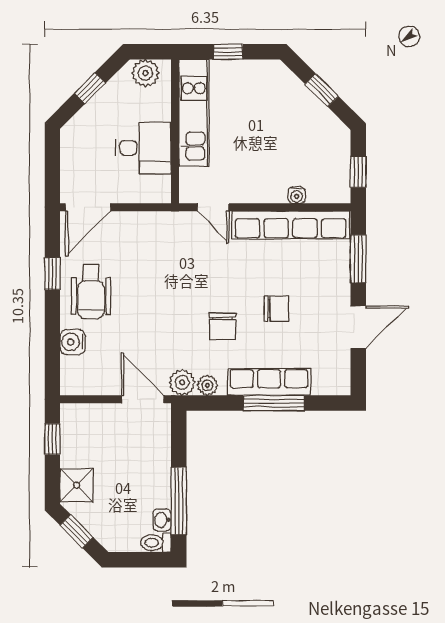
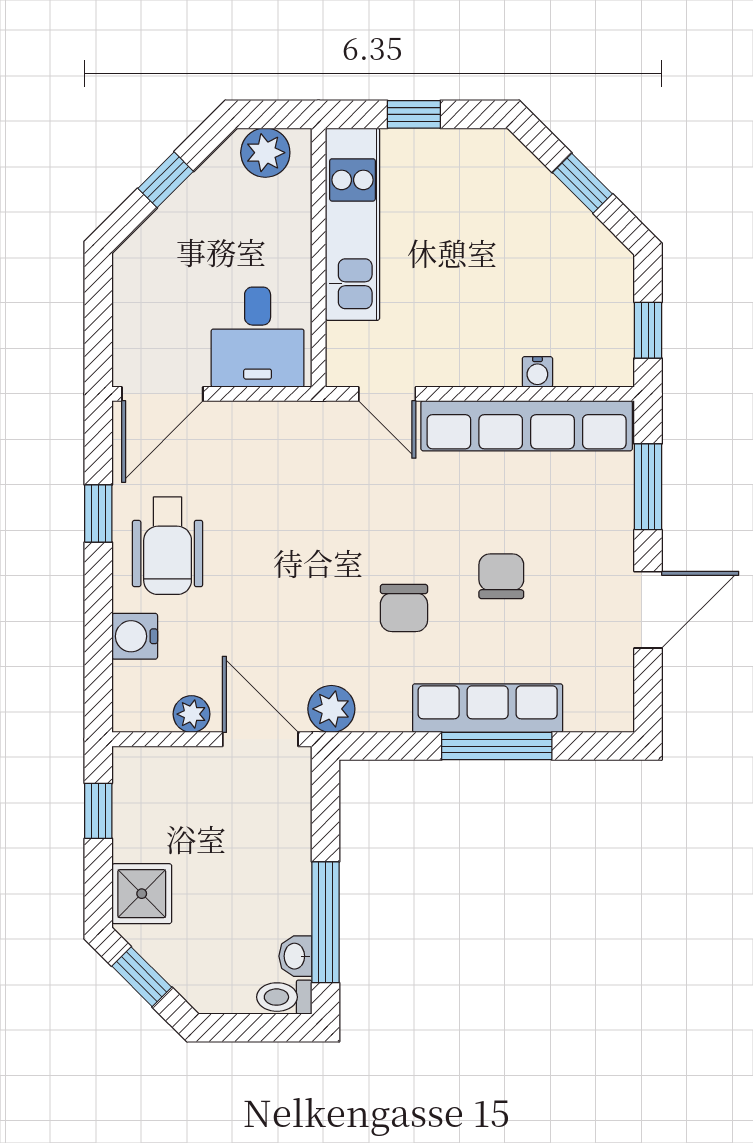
desk: (143, 148) -> (258, 337), moved, turned 90
chair: (277, 309) -> (501, 576), turned -90
plant: (207, 385) -> (192, 714), moved

